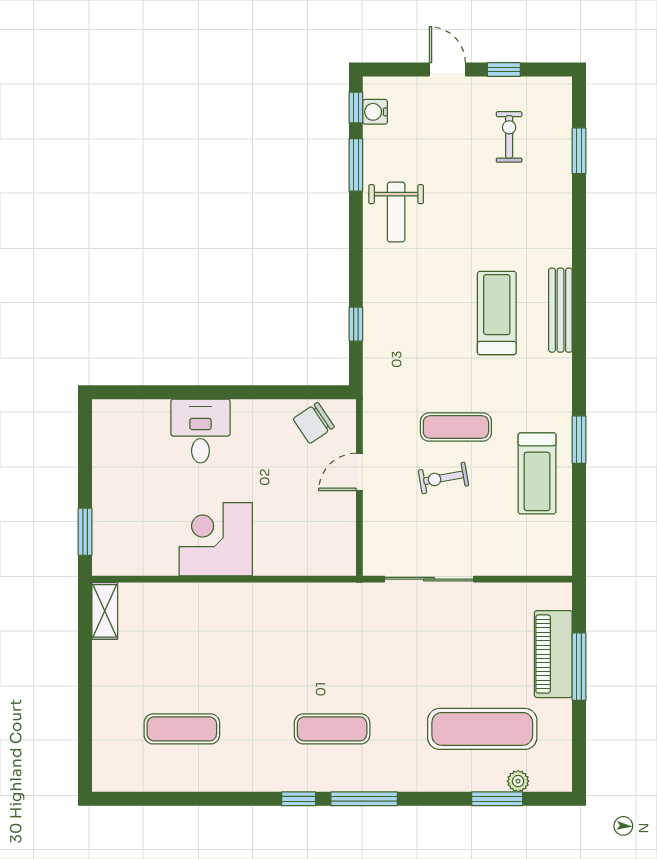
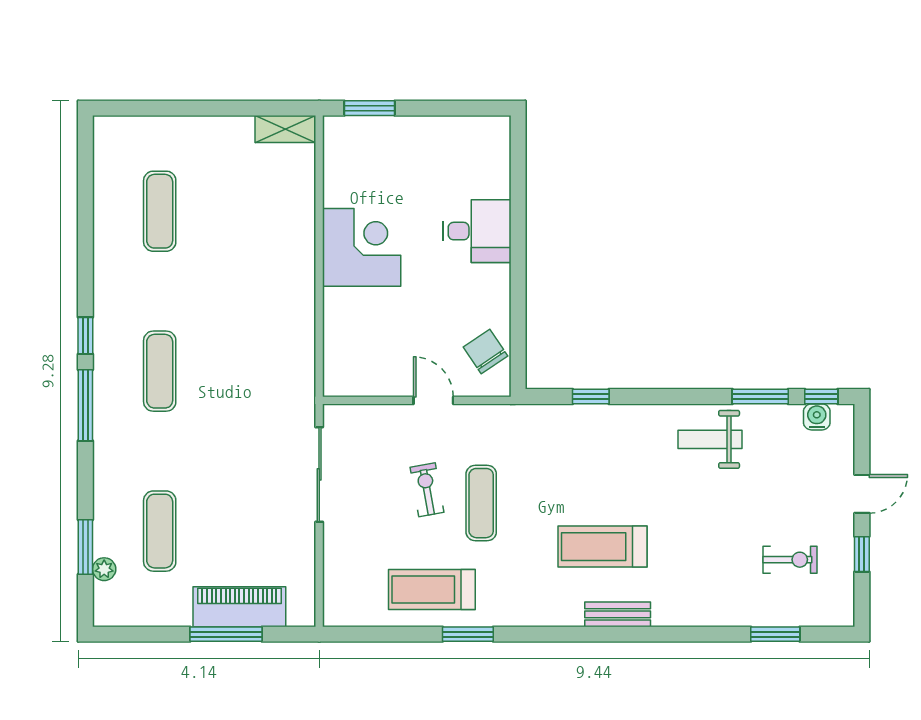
bench: (560, 310) -> (618, 614), width x0.73
treadmill: (497, 313) -> (603, 547), turned 180
exercise mat: (482, 729) -> (160, 531), width x0.73, depth x0.69

